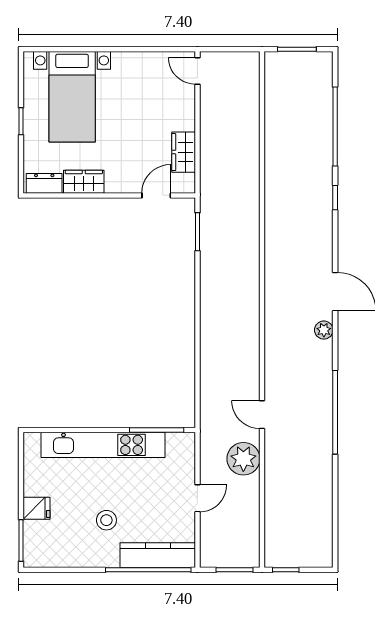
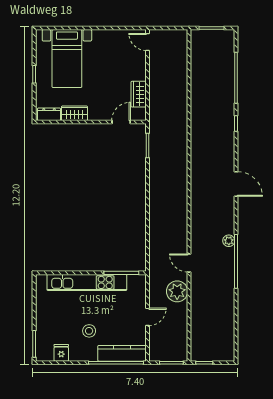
plant: (324, 330) -> (229, 241), moved
fridge: (37, 508) -> (61, 353), moved, turned -90

